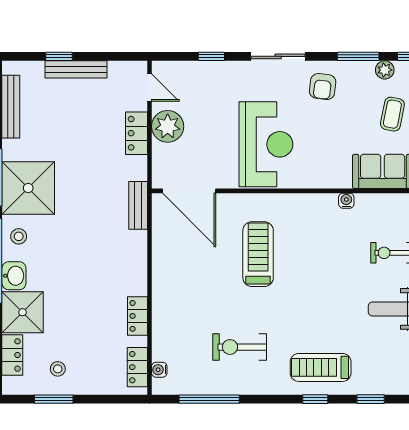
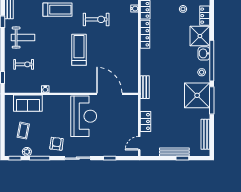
door: (149, 88) -> (139, 143), hinge flipped
plant: (168, 126) -> (131, 125), removed
reception desk: (266, 144) -> (84, 116), turned 180
door: (189, 191) -> (109, 94), moved
treadmill: (258, 254) -> (79, 50), moved, turned 180
locker: (137, 316) -> (145, 34), width x1.53

